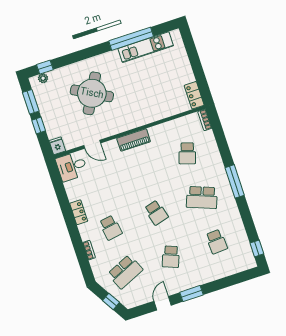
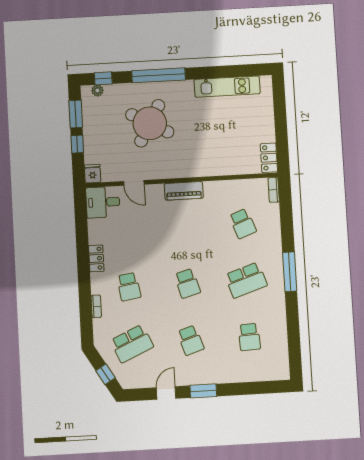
window: (131, 39) -> (159, 75), moved
school desk: (187, 153) -> (243, 224), turned -39
school desk: (202, 197) -> (246, 280), turned -39
window: (257, 248) -> (295, 358), removed
school desk: (171, 257) -> (191, 340), turned -39

